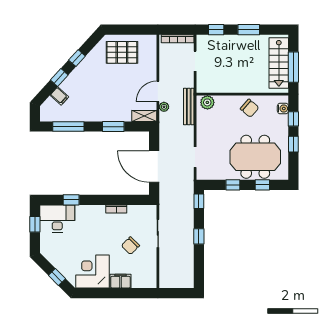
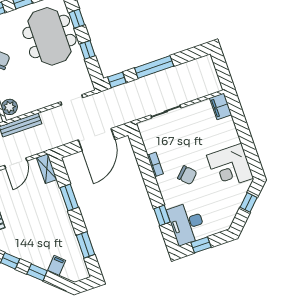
door: (158, 91) -> (16, 163), hinge flipped
plant: (164, 107) -> (30, 151), removed
window: (68, 127) -> (85, 245), width x0.69
window: (199, 236) -> (154, 67), width x2.17
chair: (130, 246) -> (187, 175), moved
filing cabinet: (121, 281) -> (221, 106), moved

